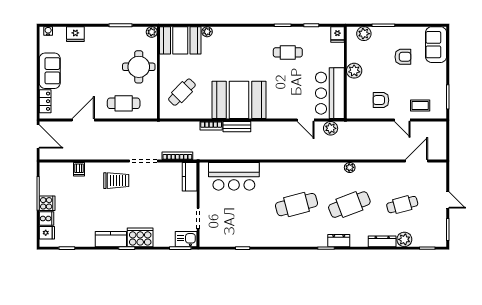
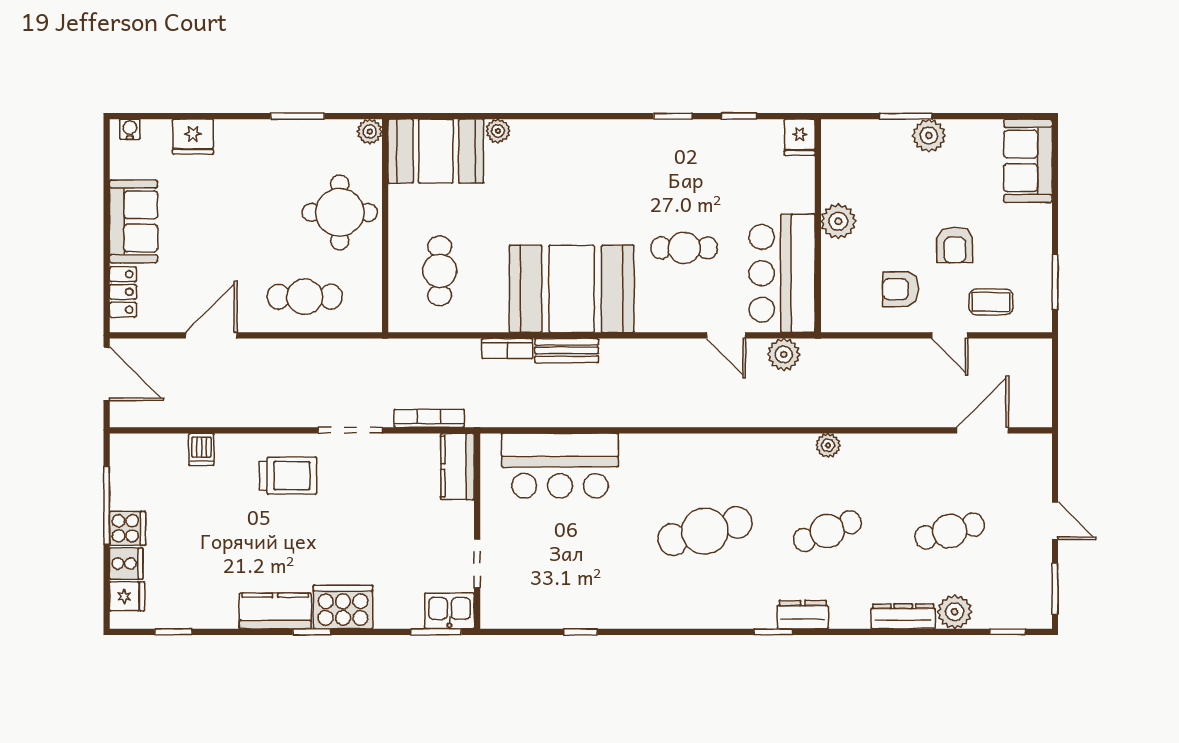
plant: (364, 34) -> (929, 135), moved
cafe table: (288, 52) -> (684, 248), moved
armchair: (403, 57) -> (955, 245), moved, turned 90
cafe table: (182, 92) -> (440, 271), turned -45
cafe table: (349, 205) -> (827, 531), width x0.73, depth x0.74

